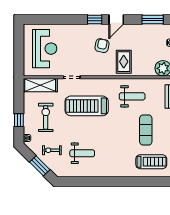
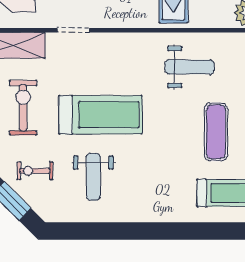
treadmill: (87, 106) -> (101, 115), moved, turned 180
weight bench: (82, 153) -> (93, 177), turned 90

